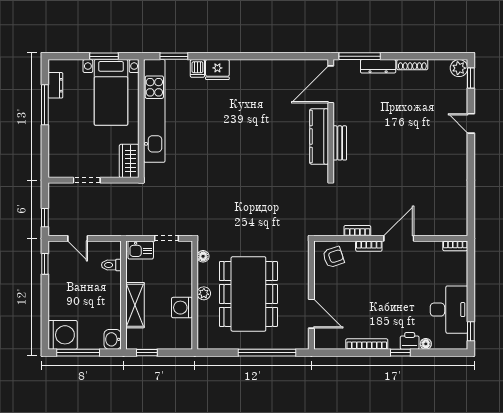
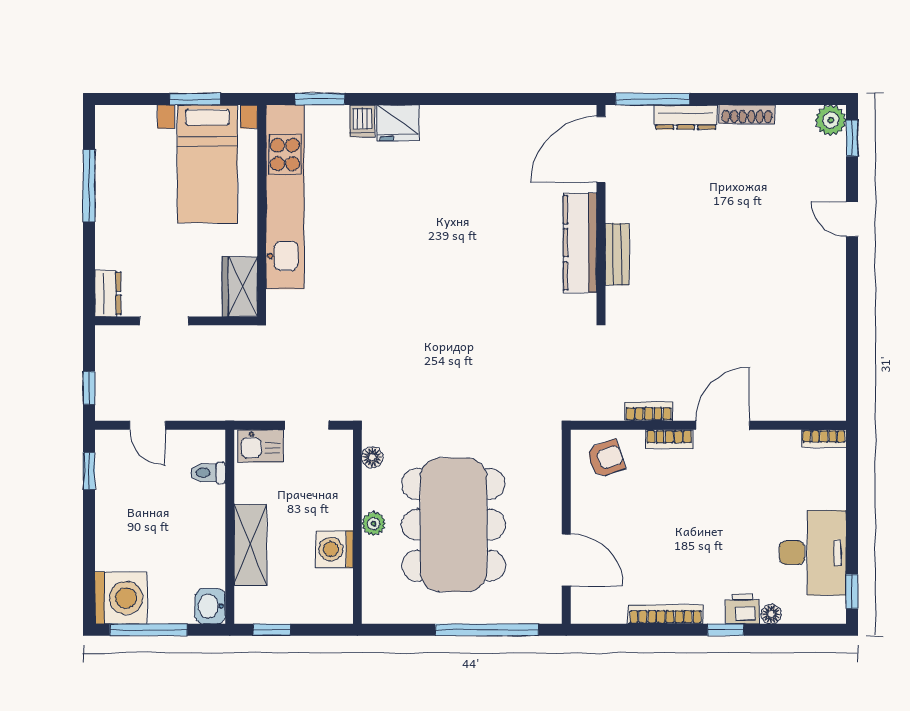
dresser: (55, 85) -> (108, 293), moved

